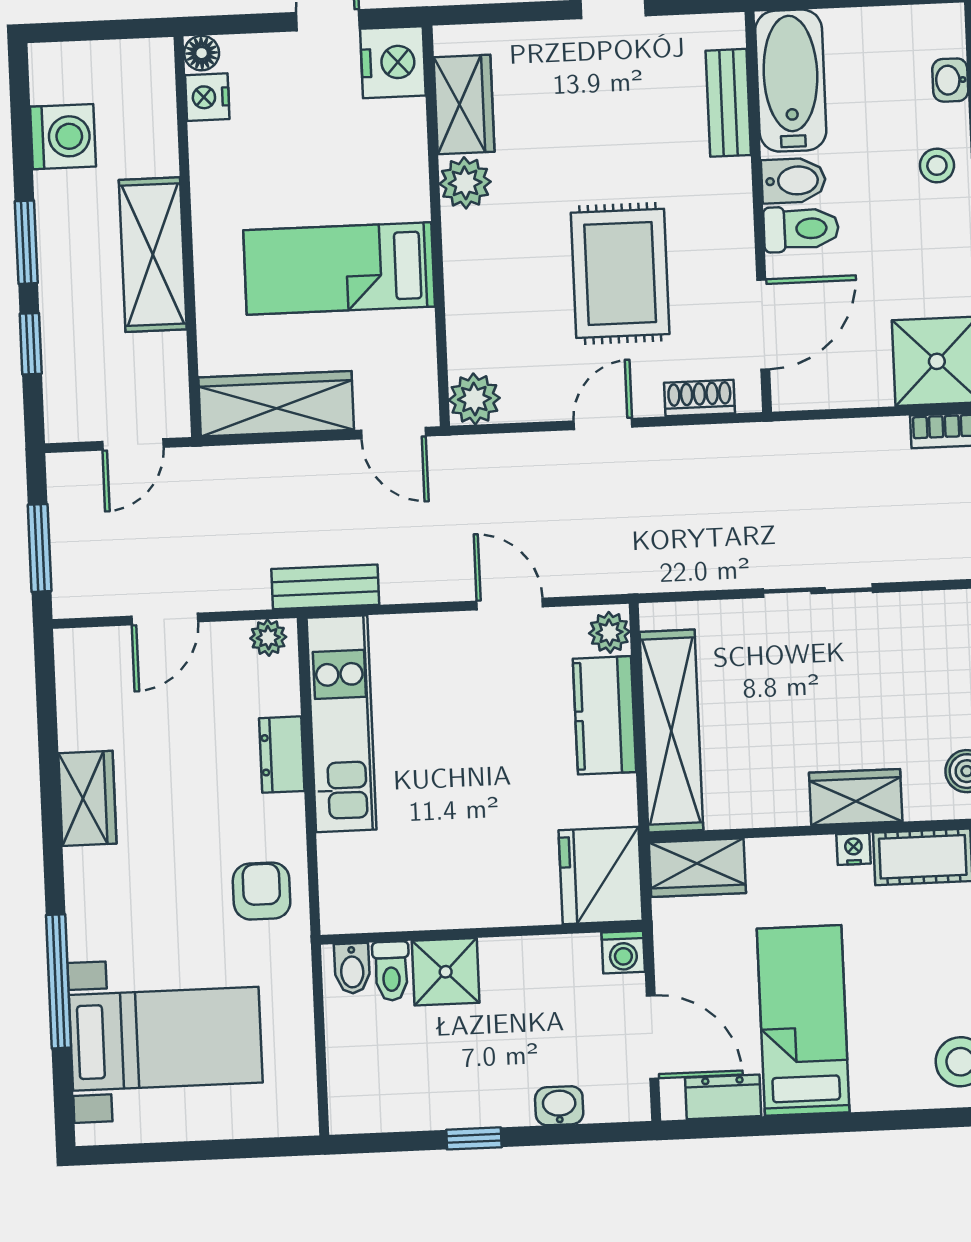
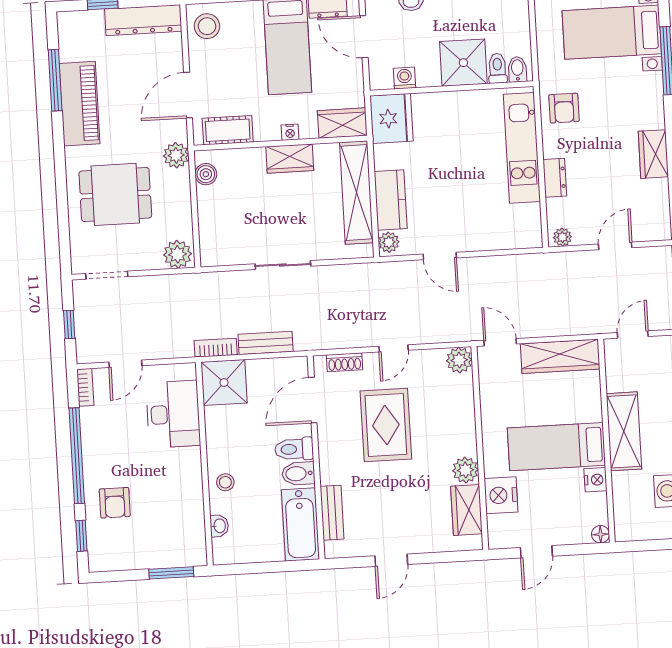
nightstand: (393, 62) -> (501, 495), moved
nightstand: (207, 97) -> (595, 480), moved
bed: (339, 268) -> (556, 447), moved, turned 180
bench: (325, 587) -> (266, 343), moved
kitchen unit: (342, 724) -> (522, 148), moved
wardrobe: (856, 797) -> (290, 159), moved
nightstand: (854, 849) -> (290, 132), moved
washing machine: (623, 952) -> (404, 78), moved
shower: (446, 972) -> (463, 63), width x1.36, depth x1.36

